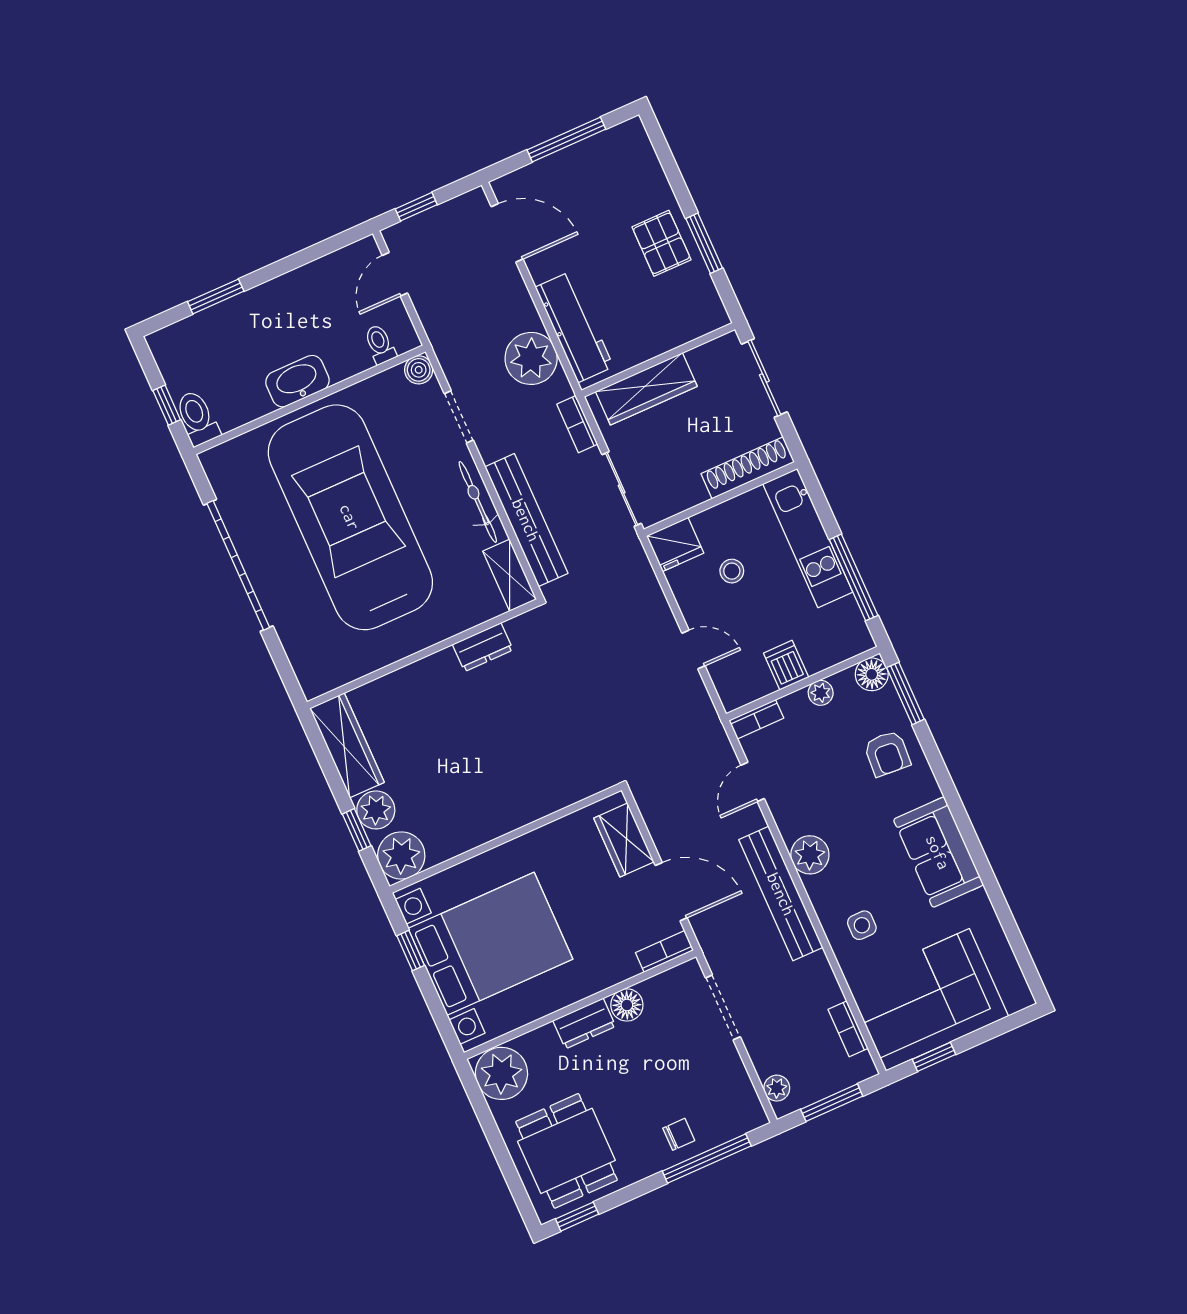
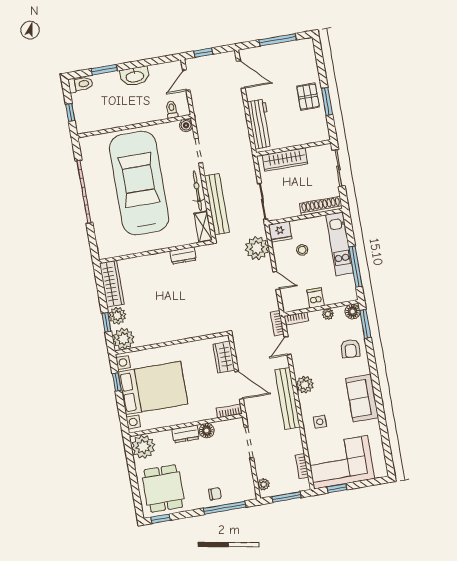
plant: (531, 358) -> (257, 248), moved
washbasin: (297, 381) -> (135, 76), moved, turned 180
toilet: (197, 418) -> (80, 84), moved, turned 90
bookcase: (577, 424) -> (277, 323), moved

